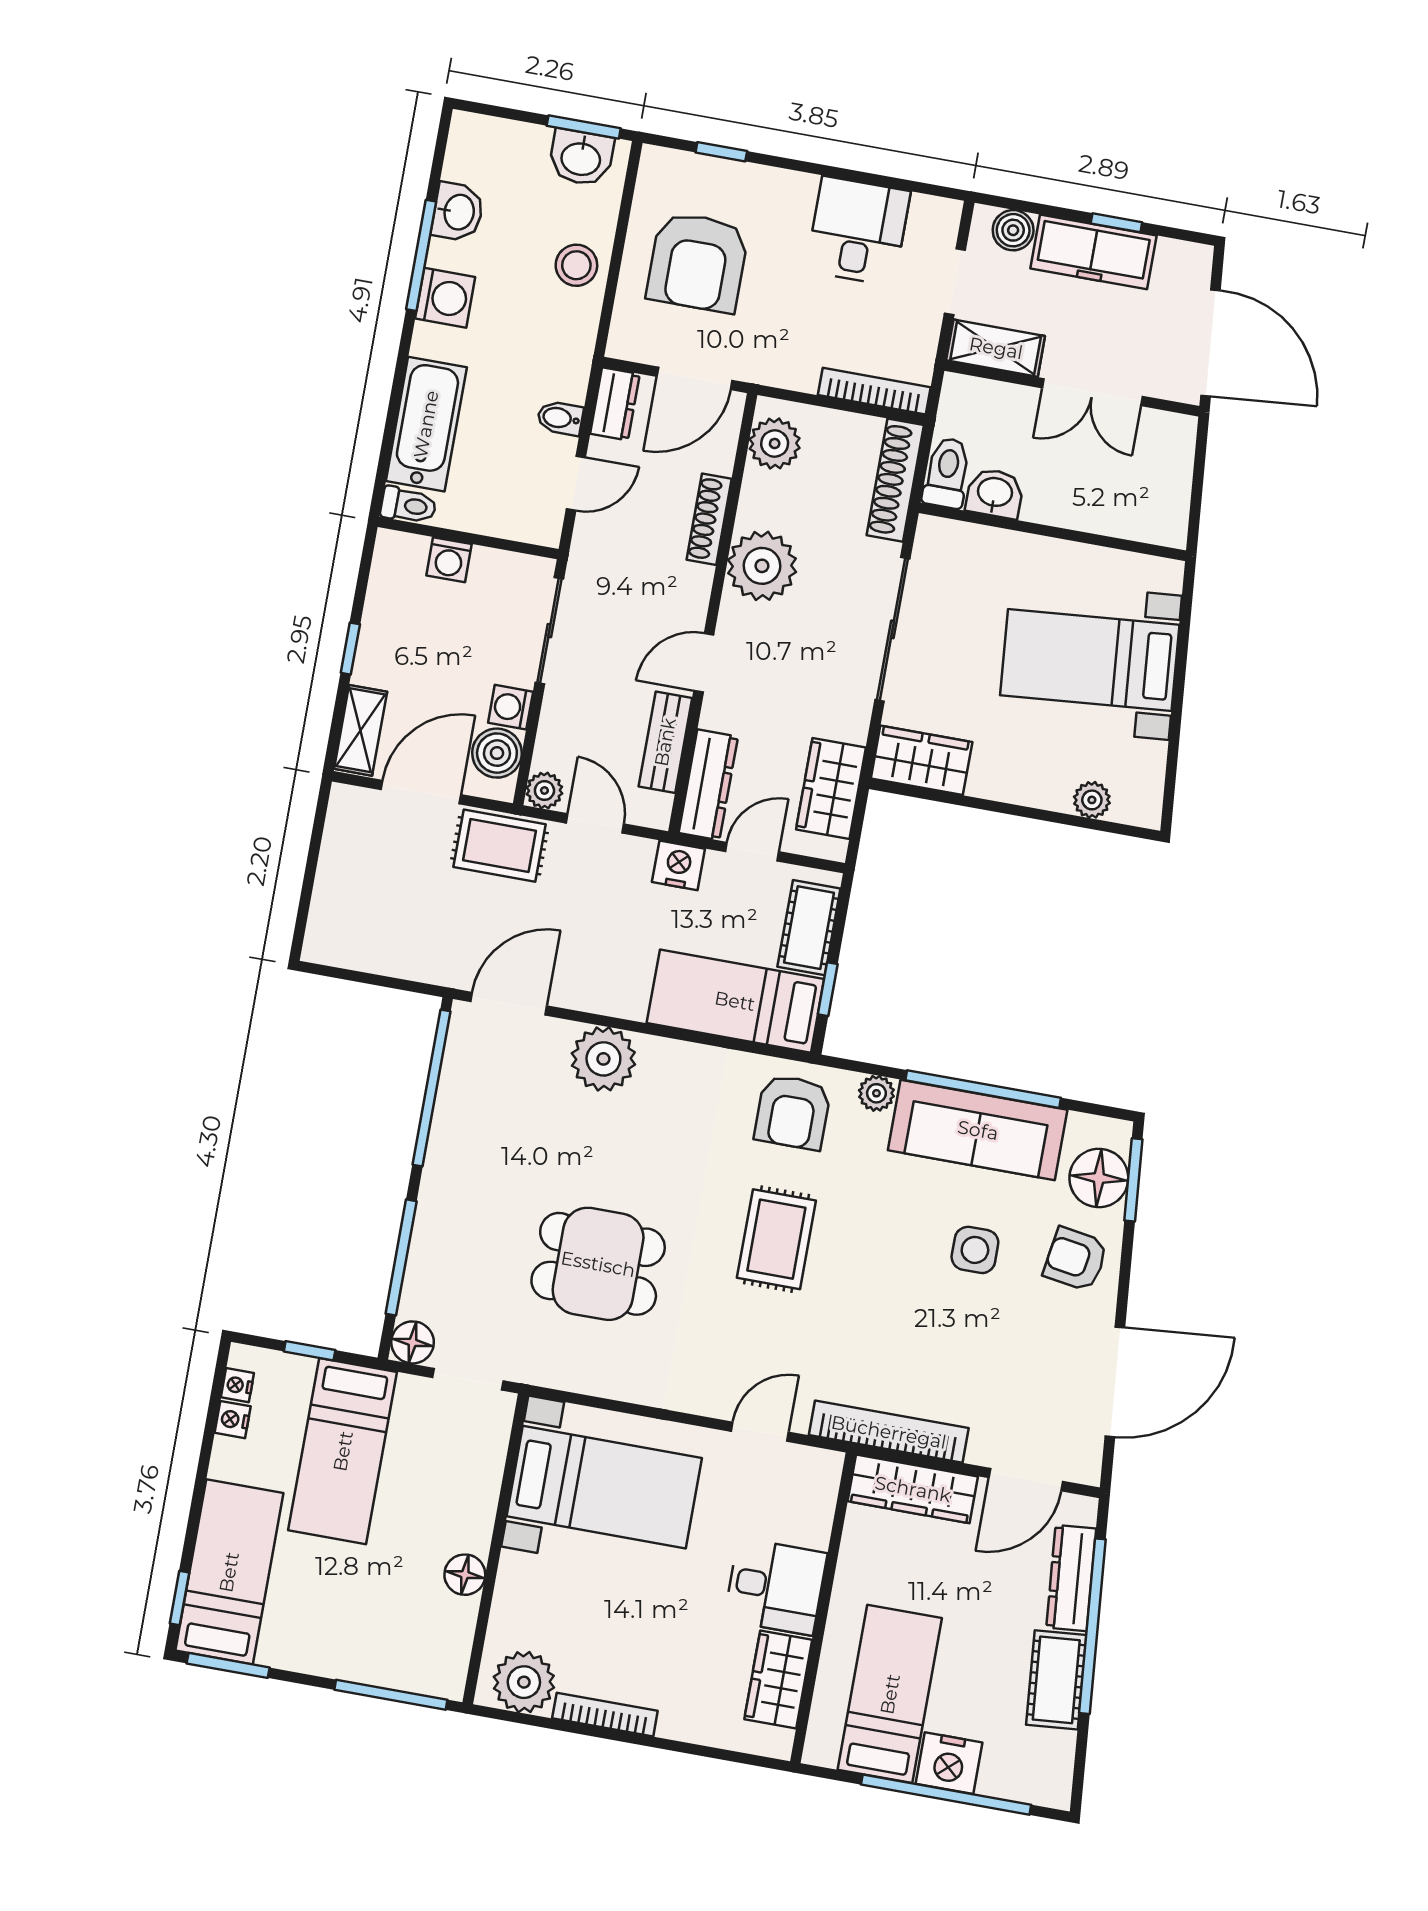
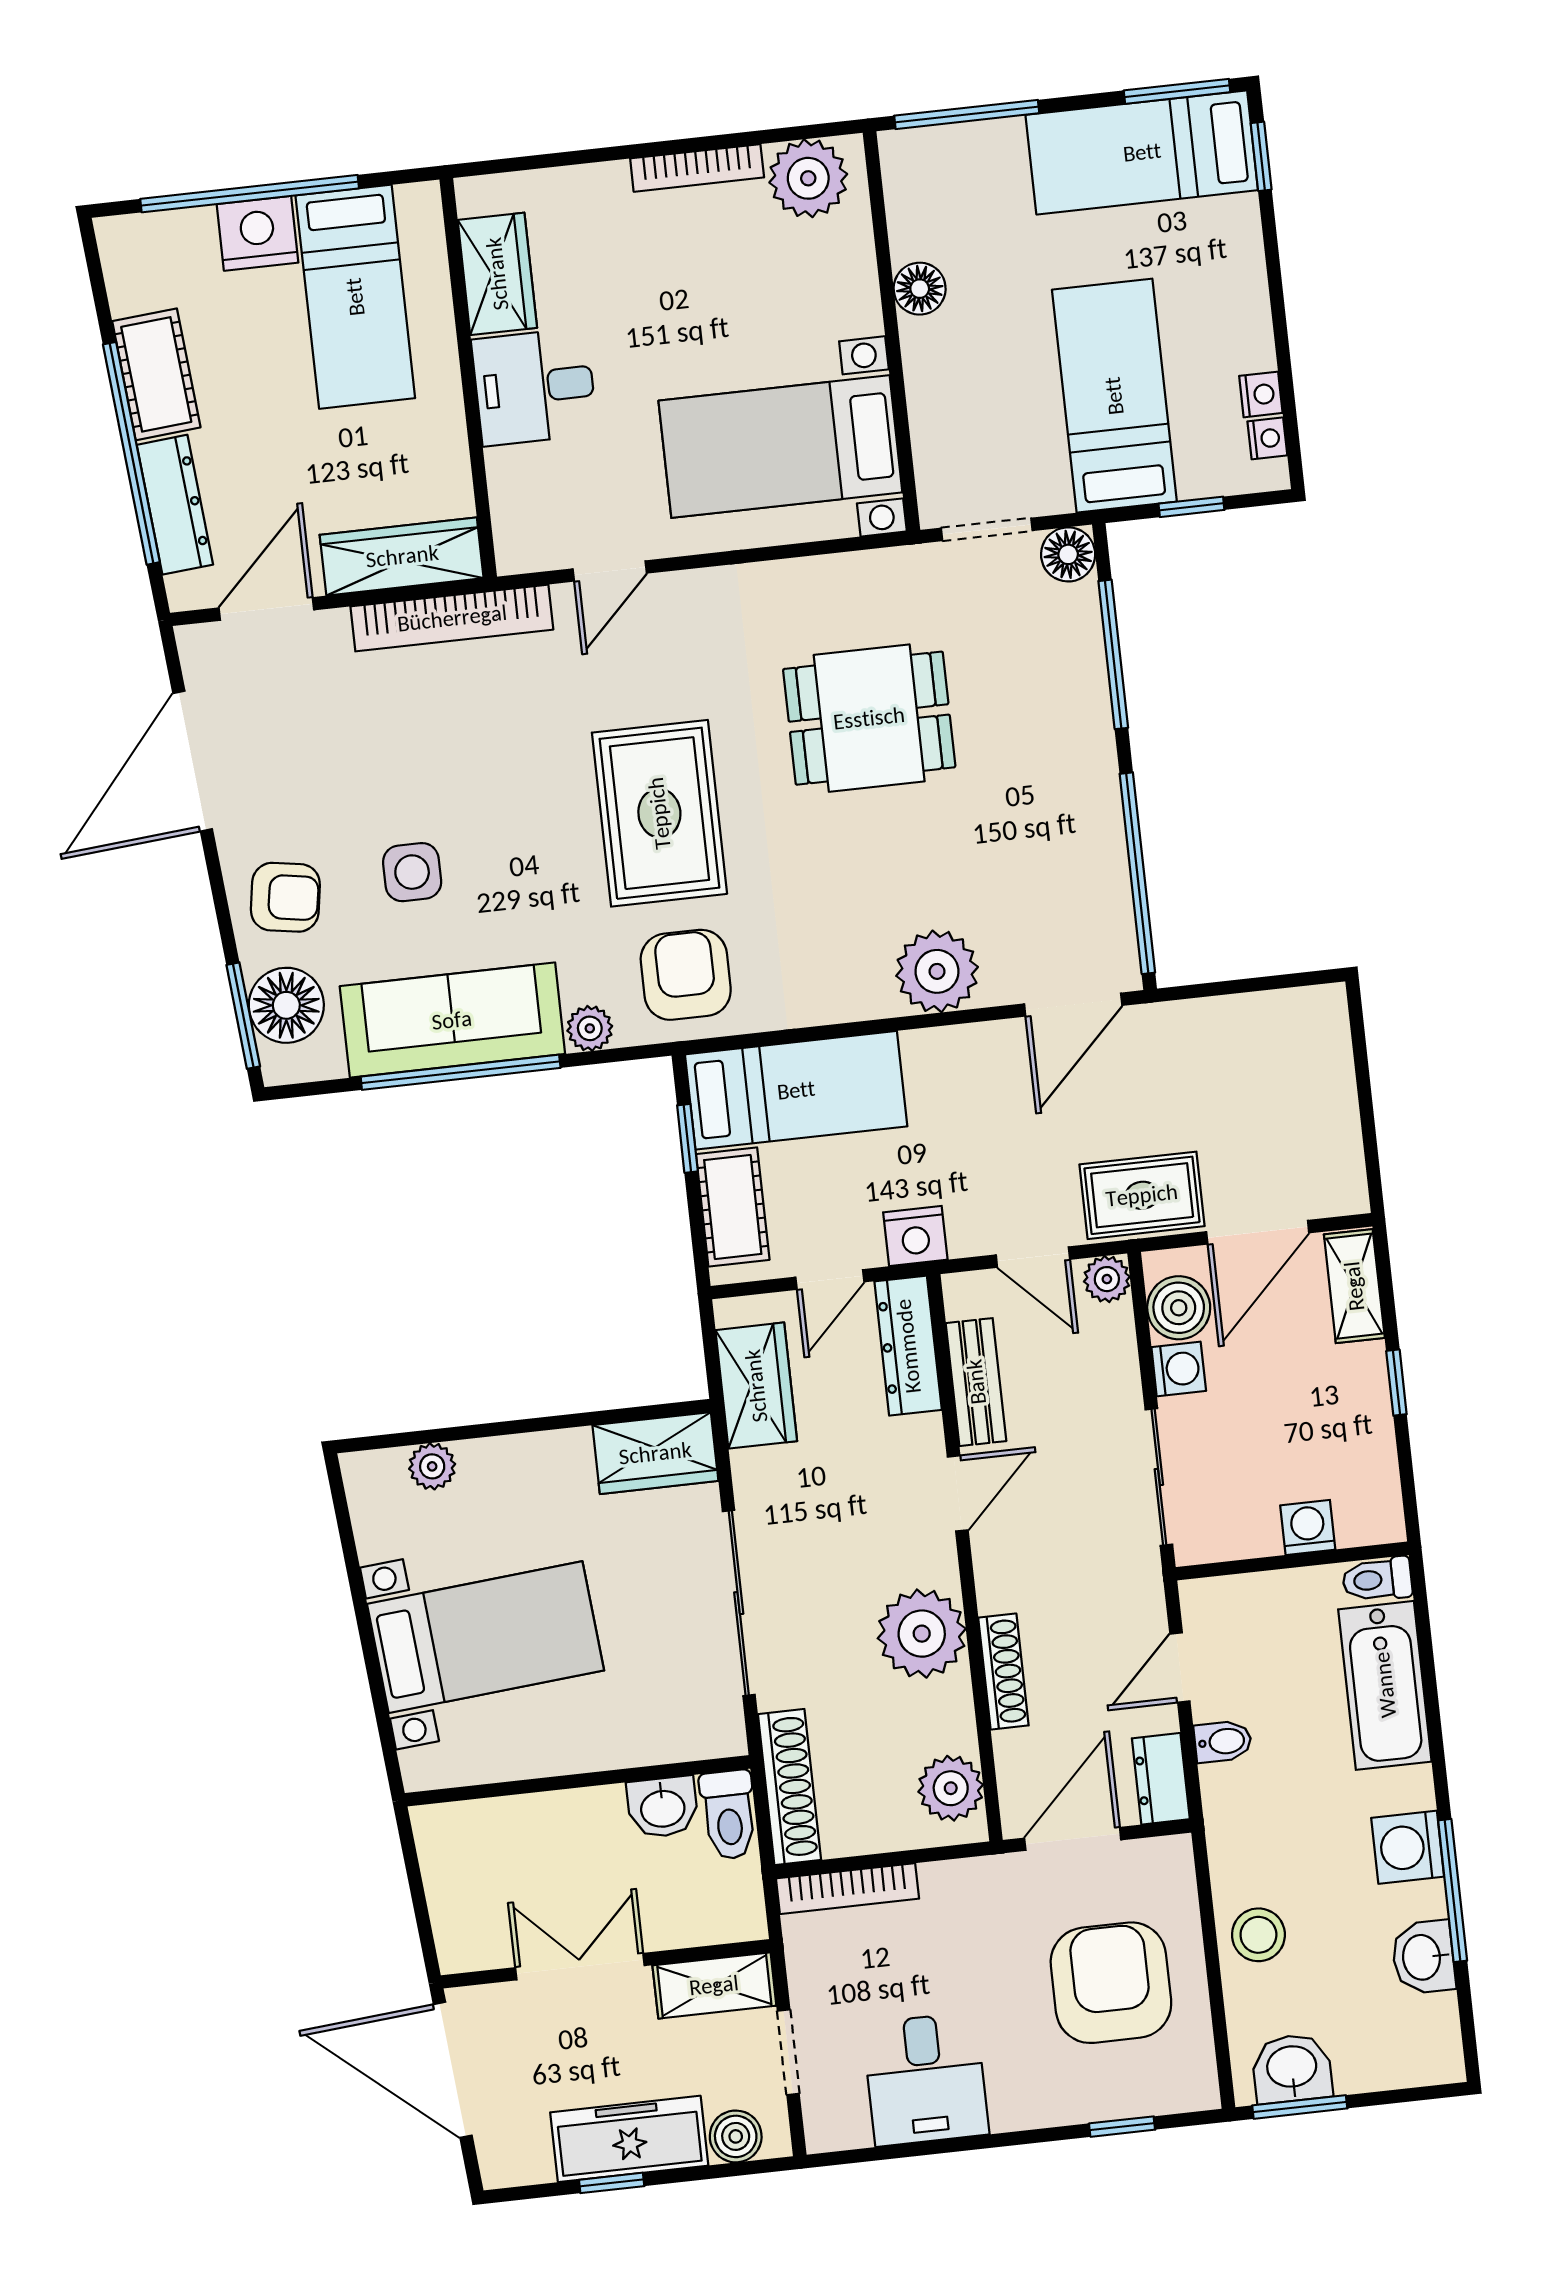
rug: (776, 1239) -> (659, 813), width x1.36, depth x1.43
bed: (229, 1572) -> (1142, 152), moved, turned 90

